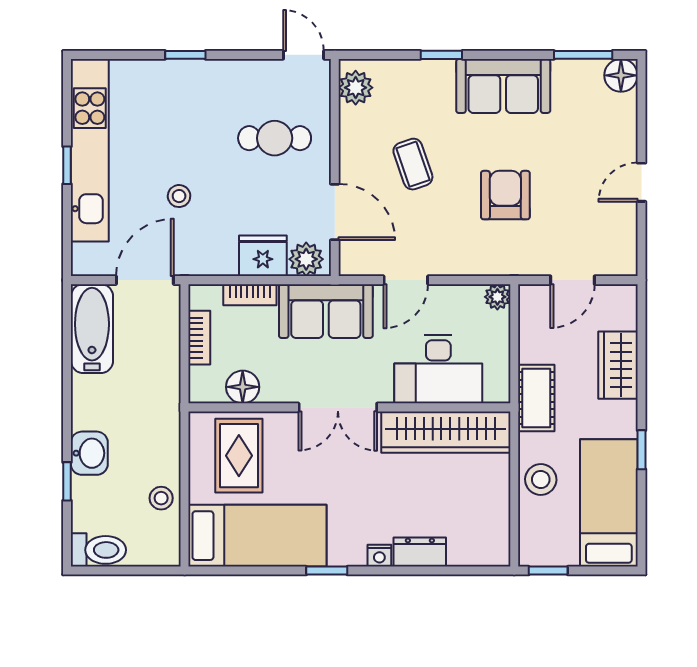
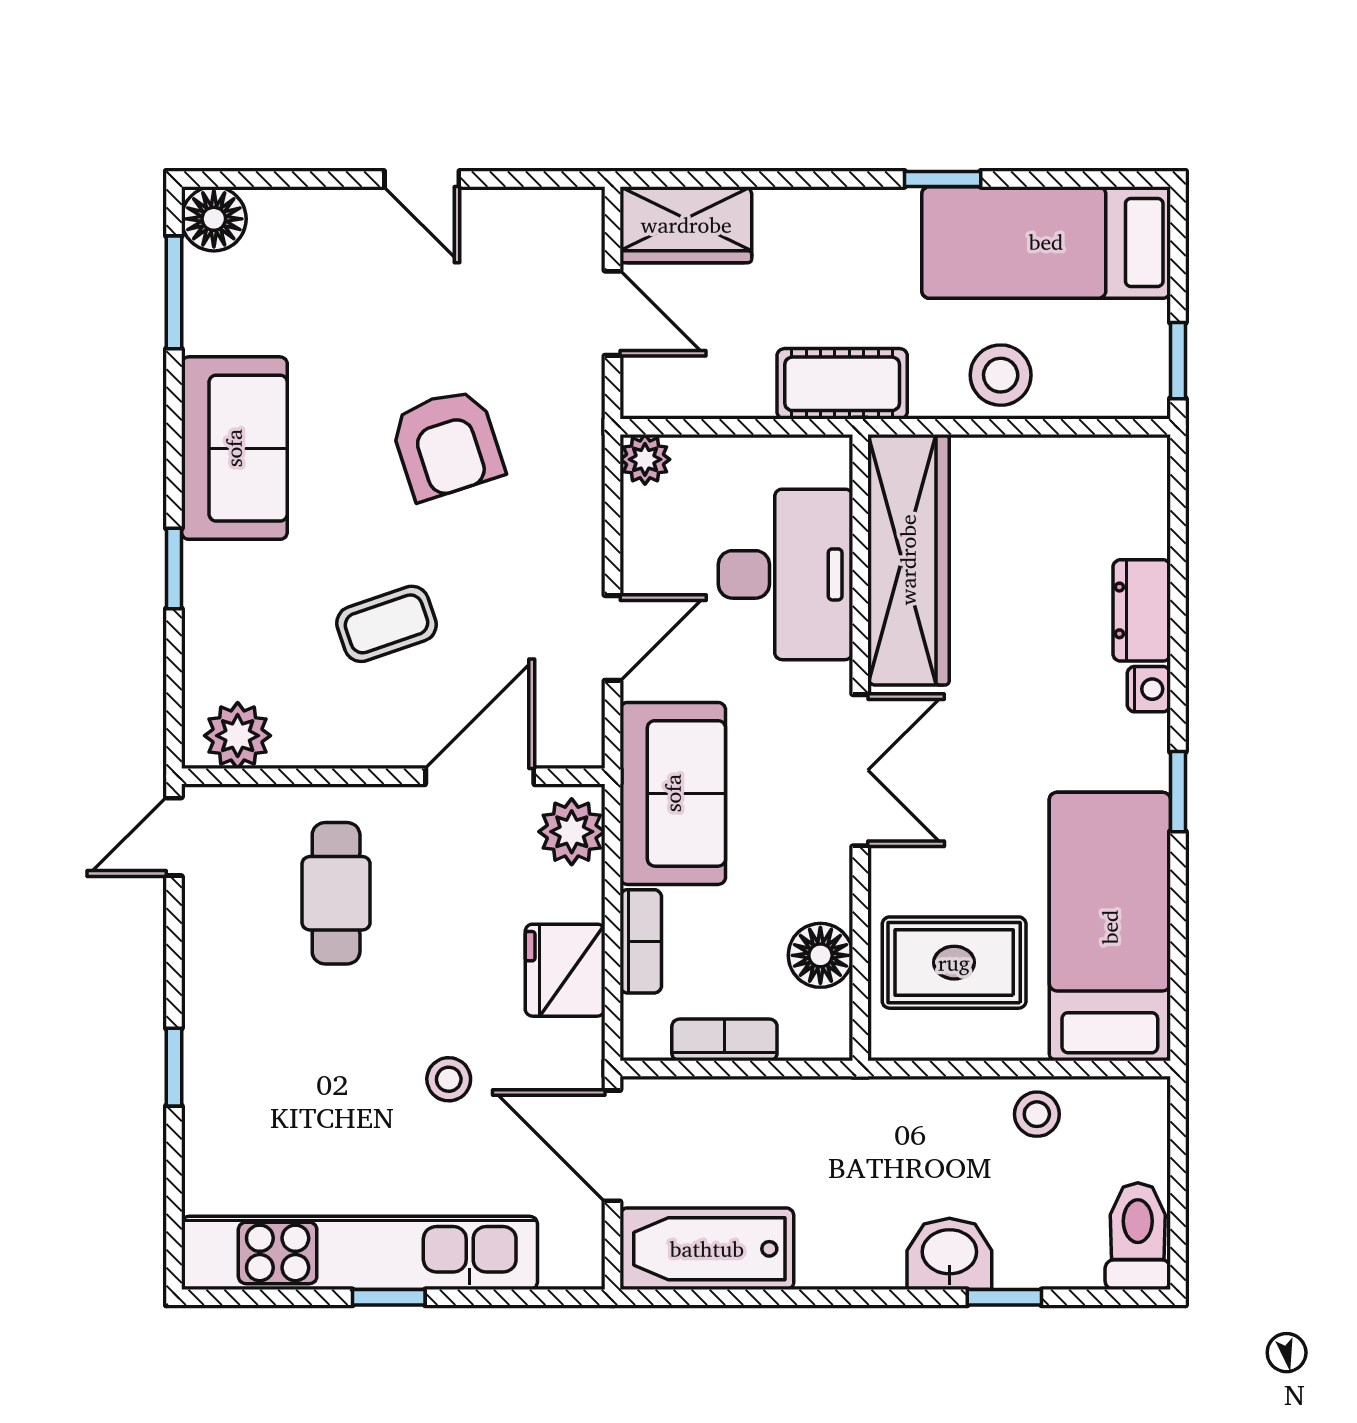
armchair: (505, 195) -> (447, 444), turned -108
fridge: (263, 256) -> (565, 970), moved
door: (406, 280) -> (612, 638), hinge flipped
wardrobe: (618, 365) -> (686, 225), moved

